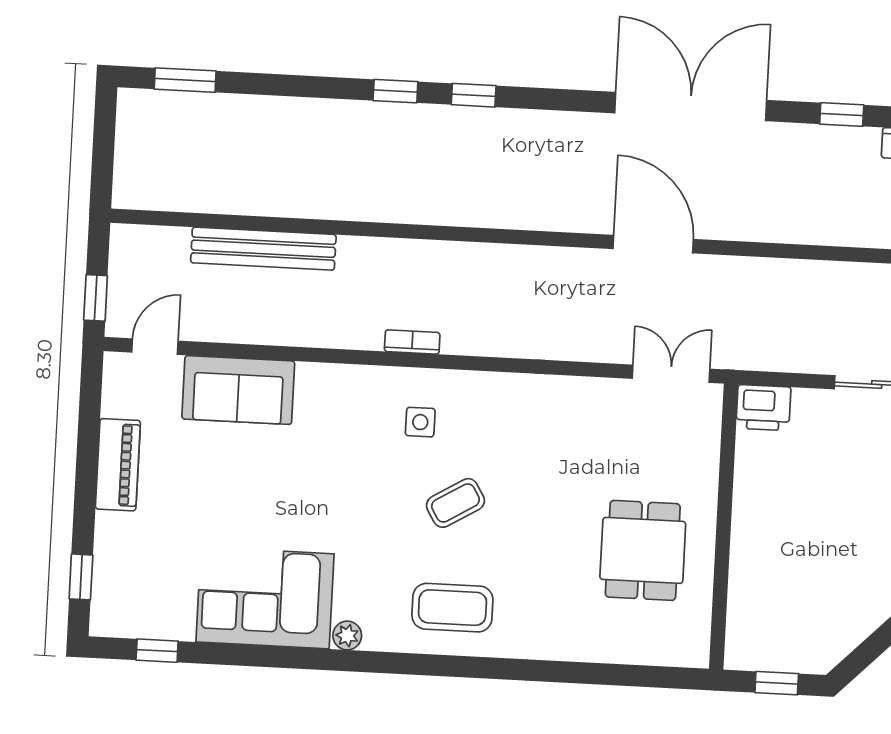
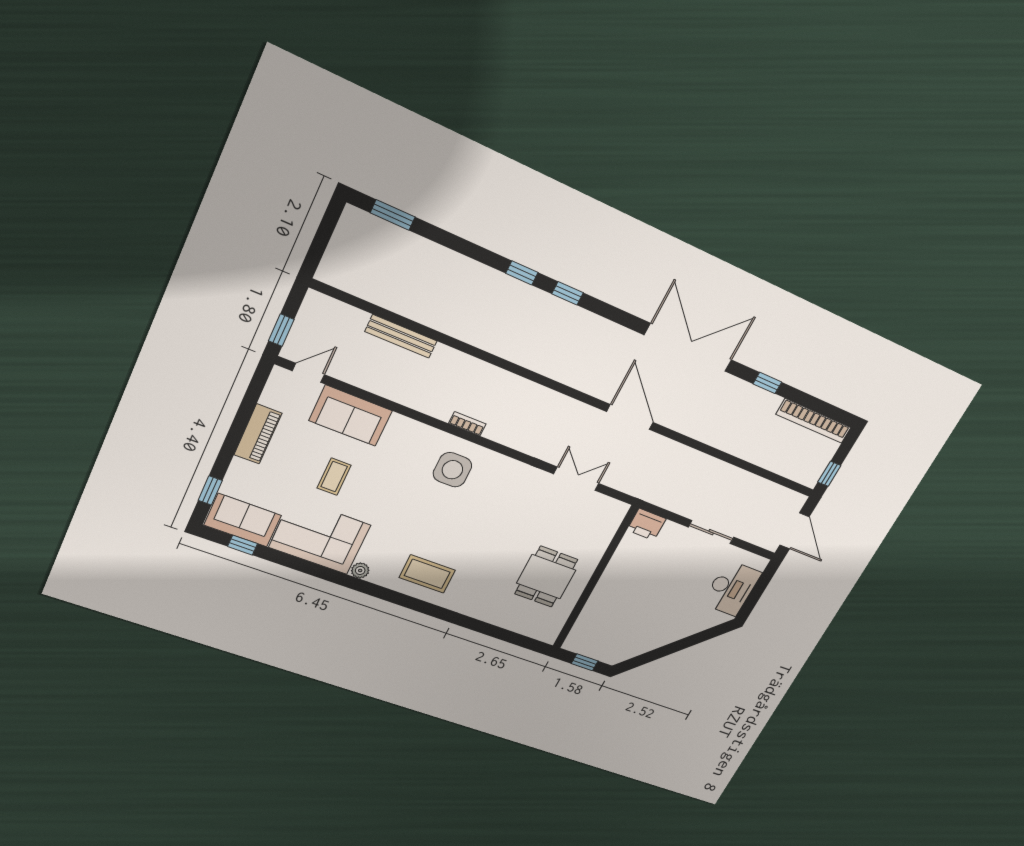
bench: (263, 249) -> (401, 336), width x0.73, depth x0.82
double door: (671, 374) -> (576, 479), moved
side table: (420, 422) -> (452, 470), width x1.87, depth x1.87
coffee table: (455, 503) -> (334, 477), moved, turned -59
sofa: (143, 609) -> (243, 520), added

